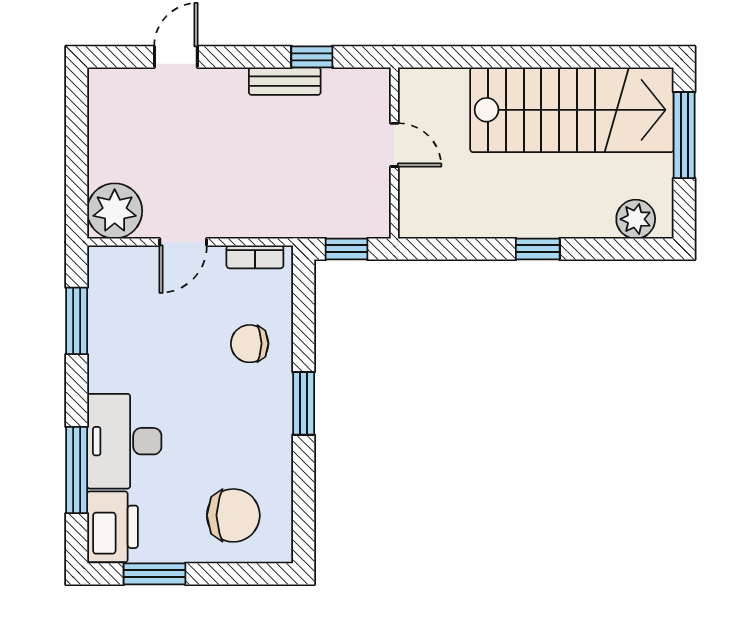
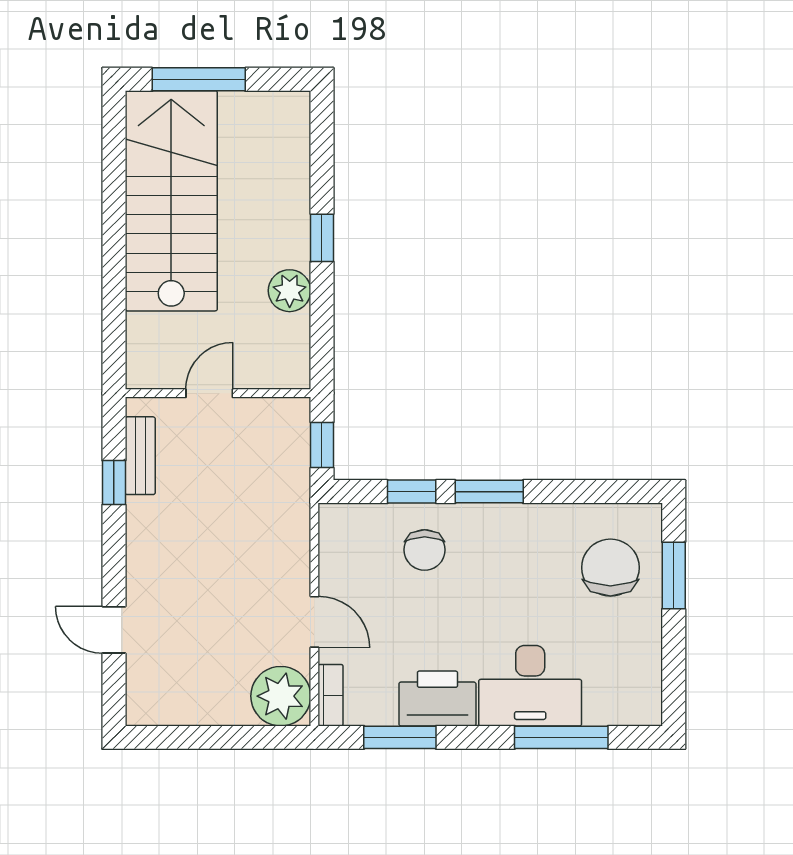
bench: (285, 81) -> (140, 456), moved
plant: (636, 219) -> (290, 291), moved
bookcase: (255, 257) -> (331, 695), moved
window: (304, 332) -> (412, 492), added
printer: (112, 527) -> (437, 698), moved
window: (154, 574) -> (674, 576), moved

